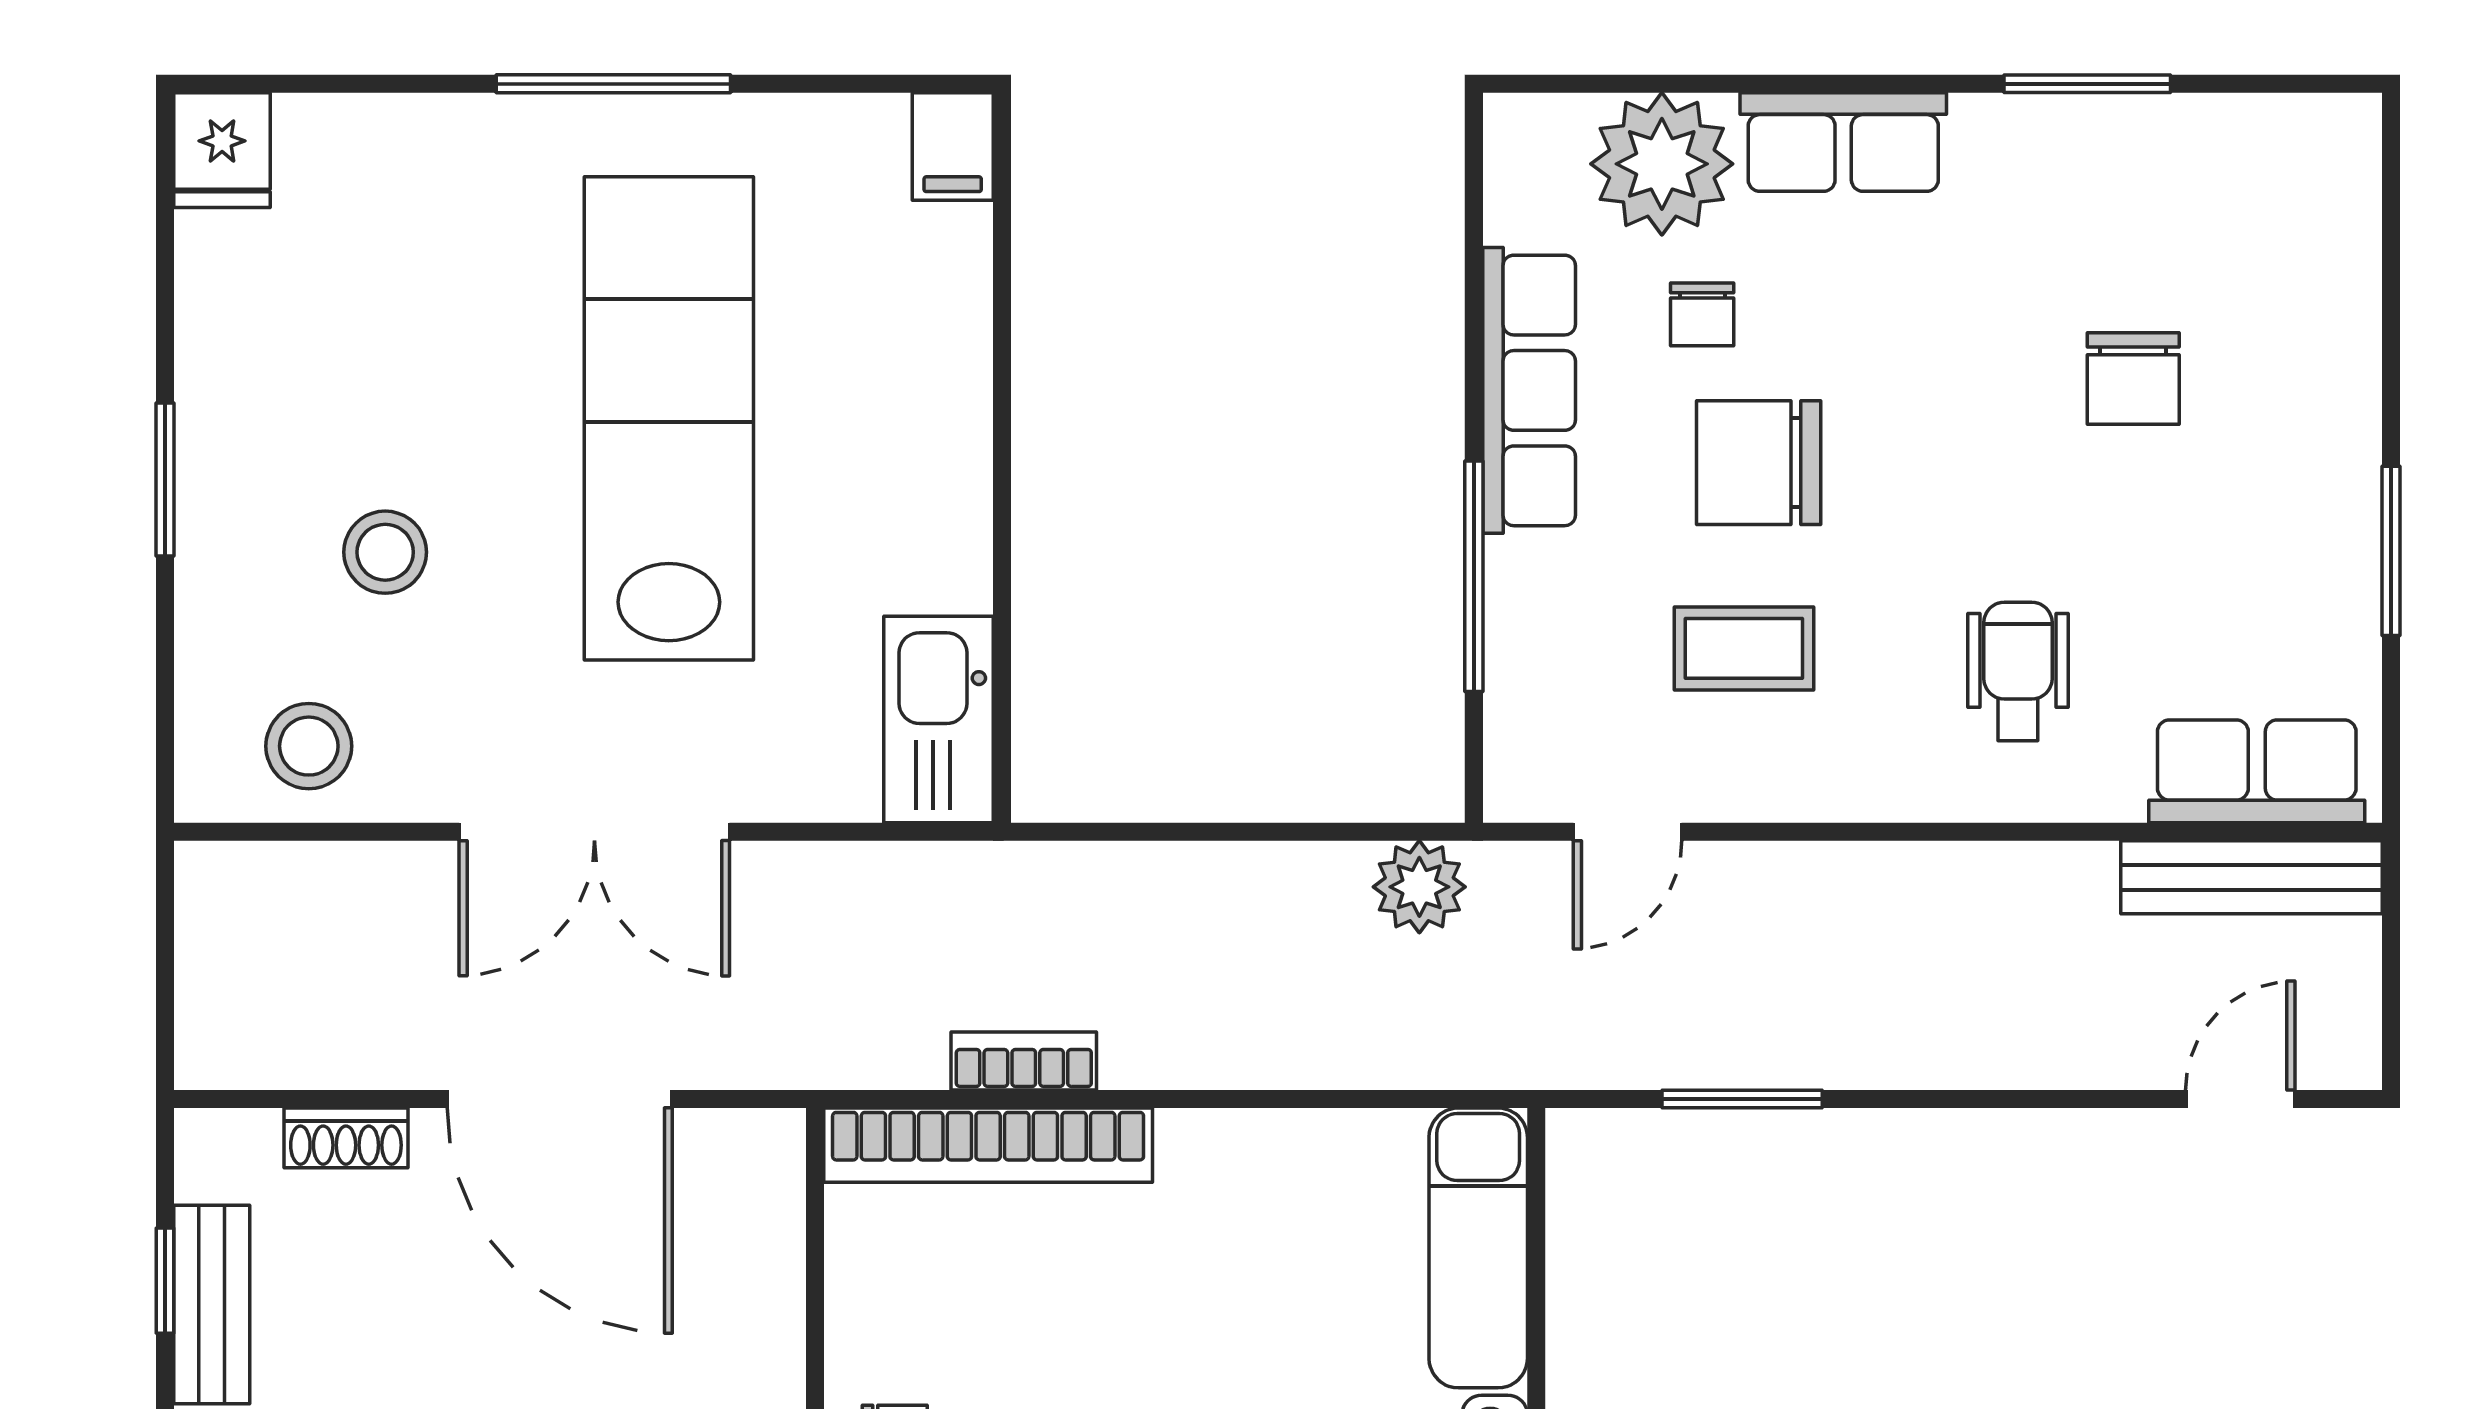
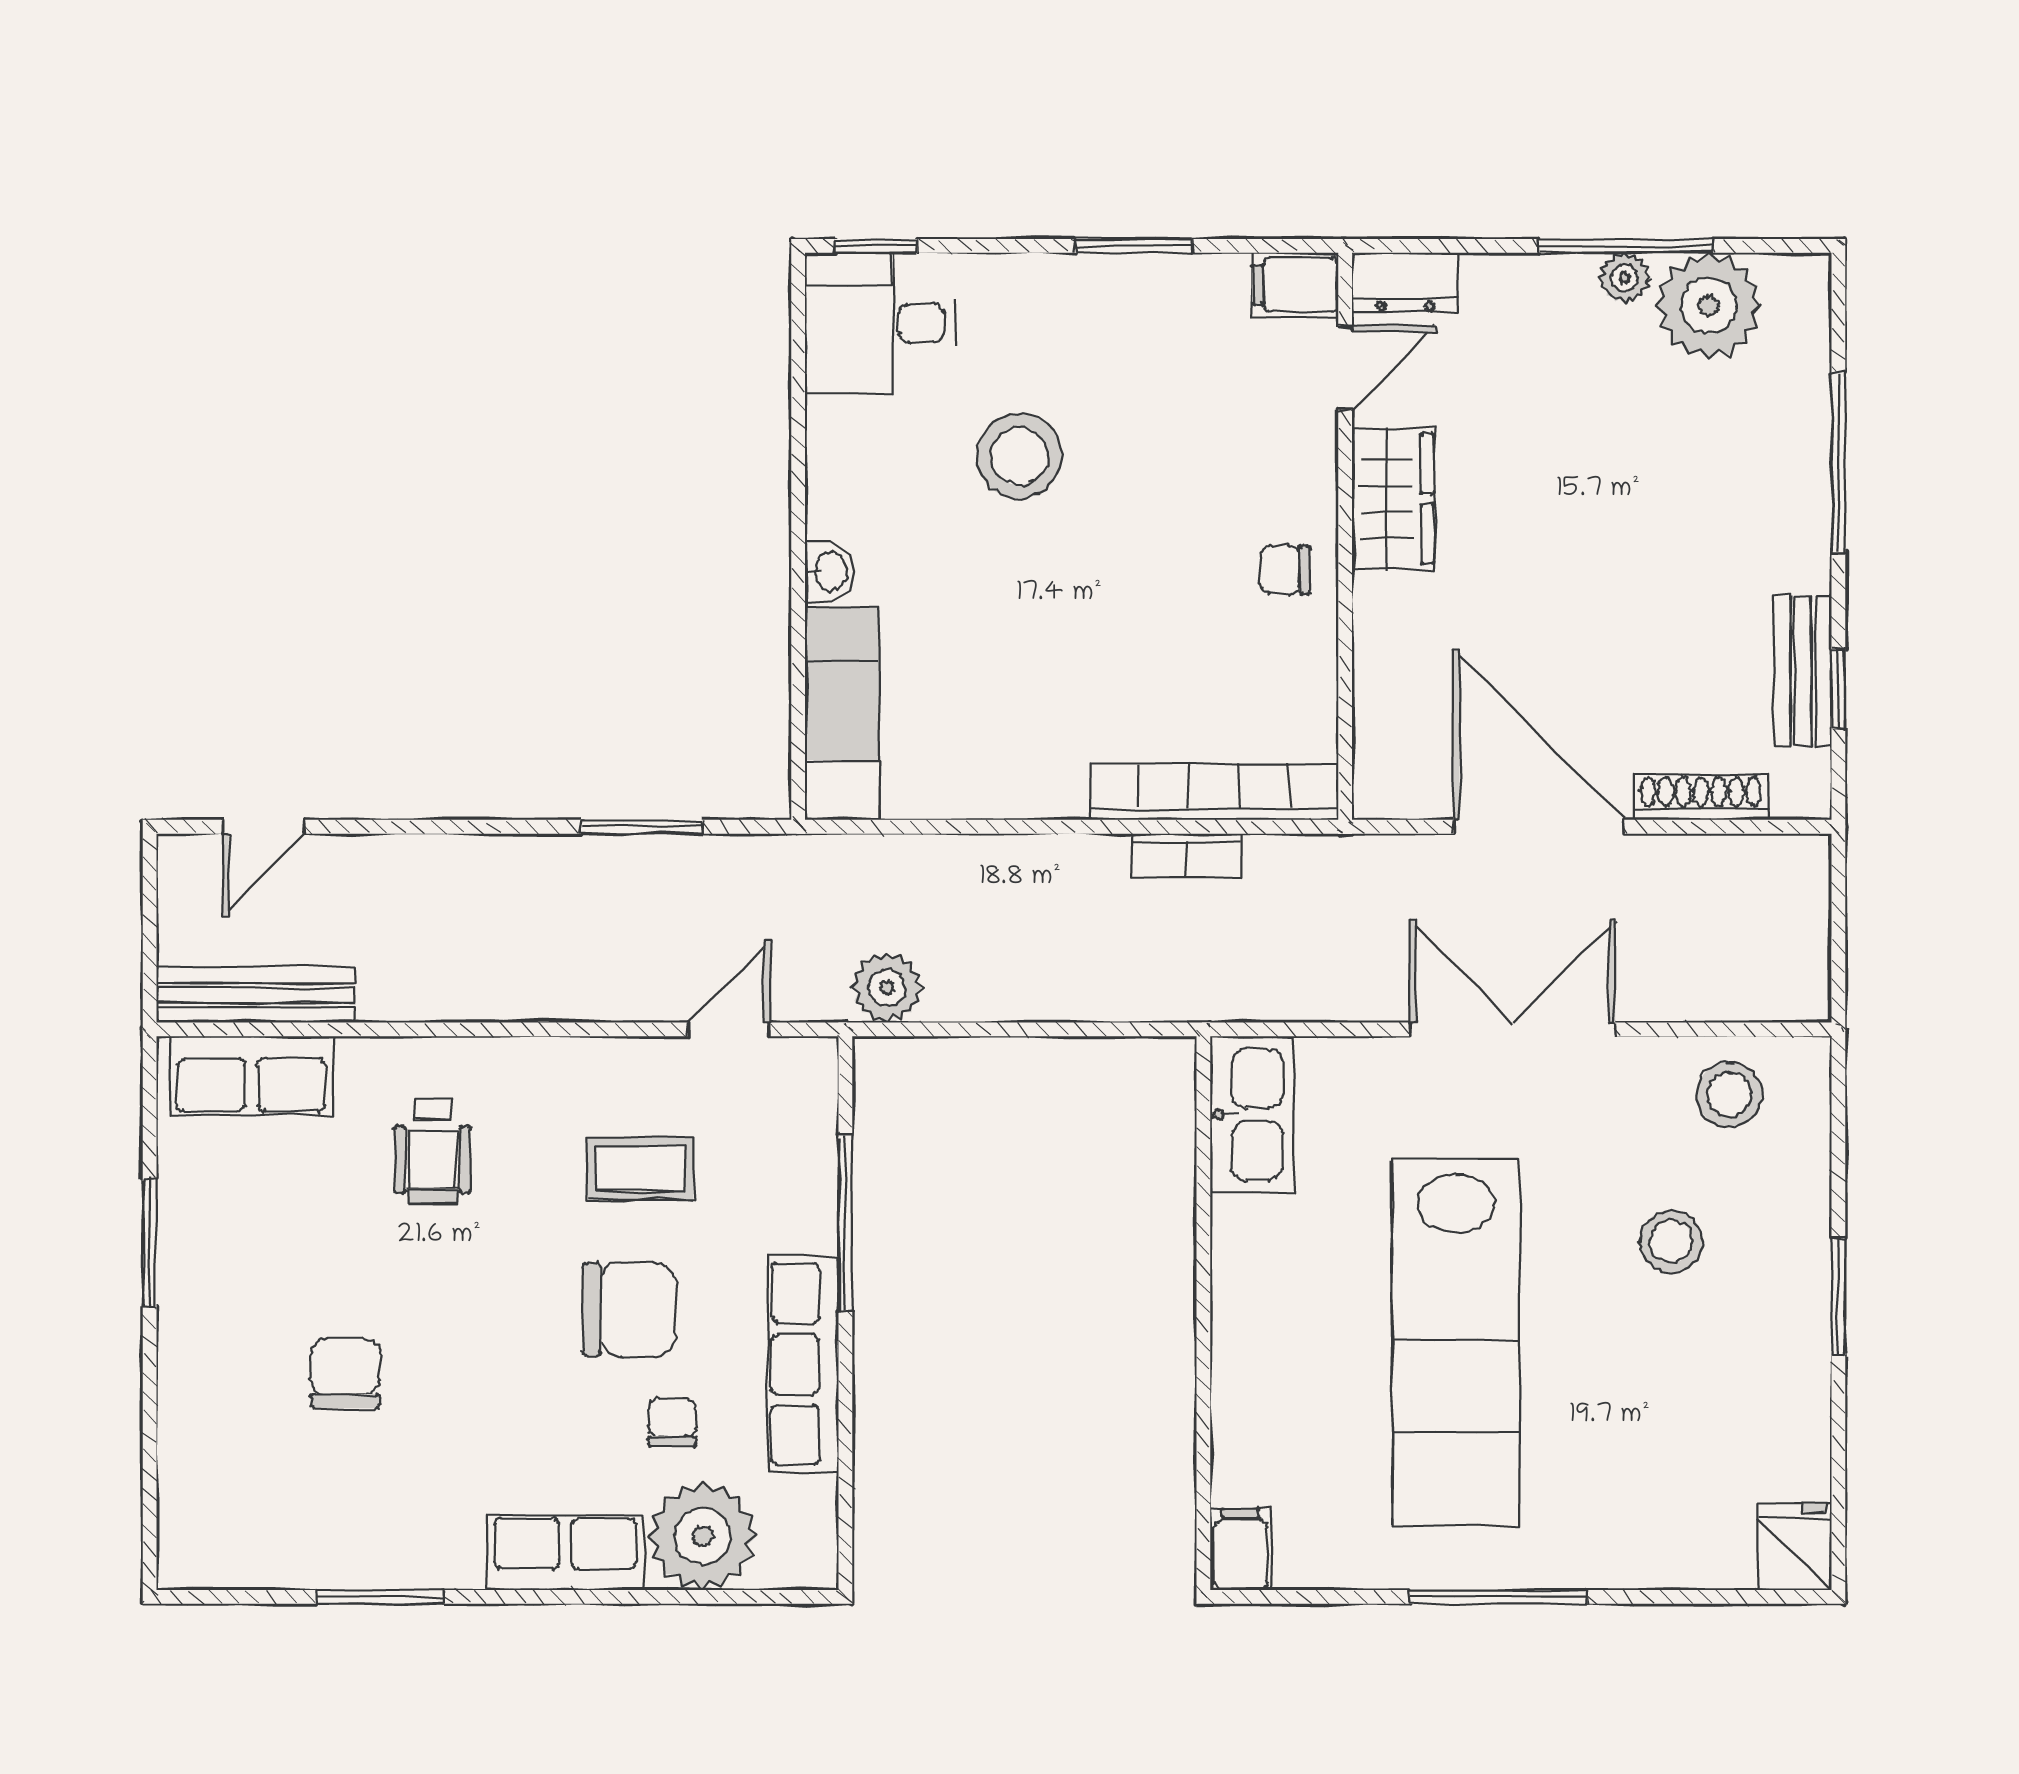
shoe rack: (346, 1138) -> (1701, 797), width x1.43

